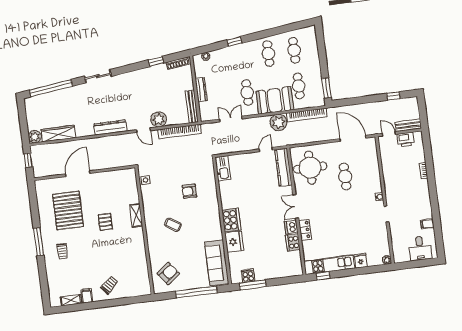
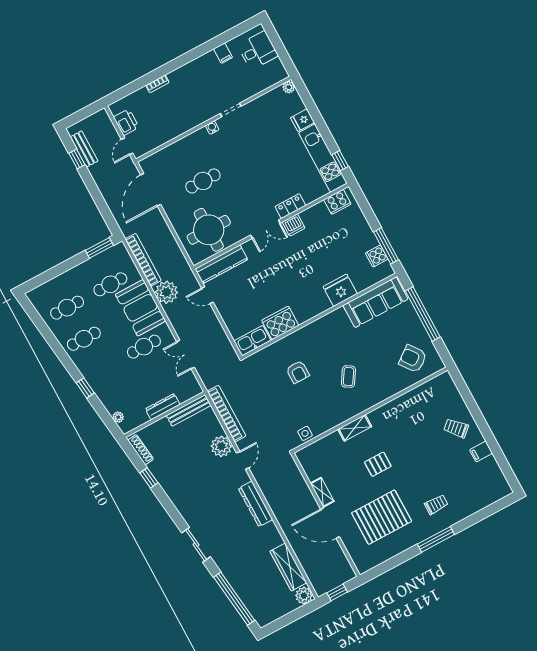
bench: (408, 125) -> (84, 149), moved
cooker: (231, 220) -> (280, 323), moved
cooker: (293, 242) -> (337, 202), moved
shelving: (71, 300) -> (322, 492), moved

